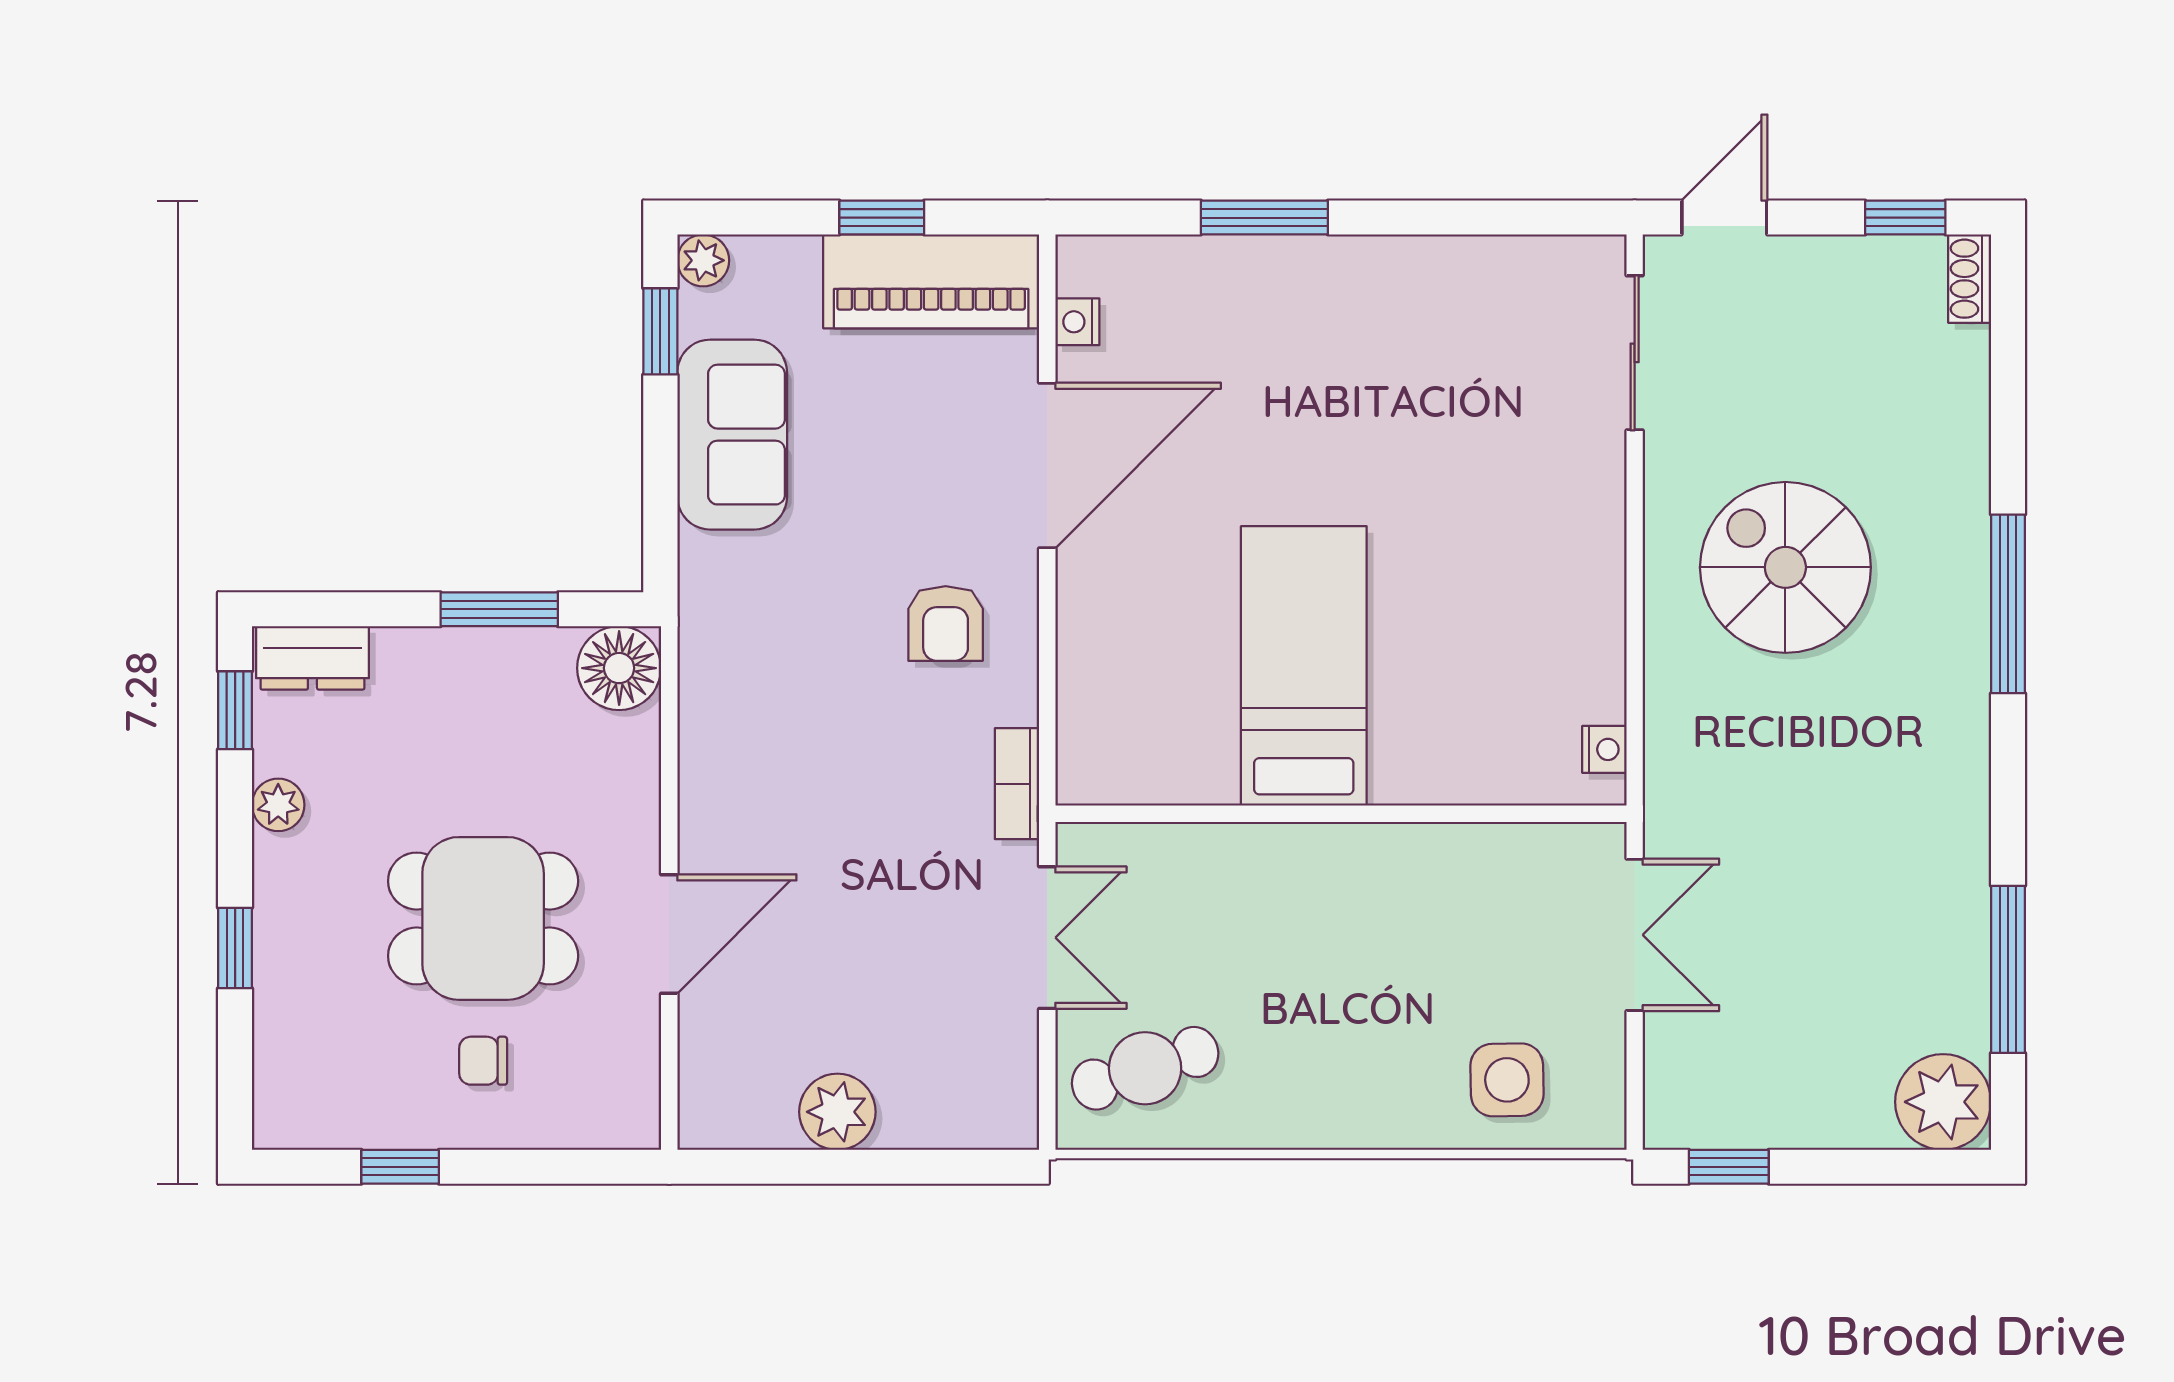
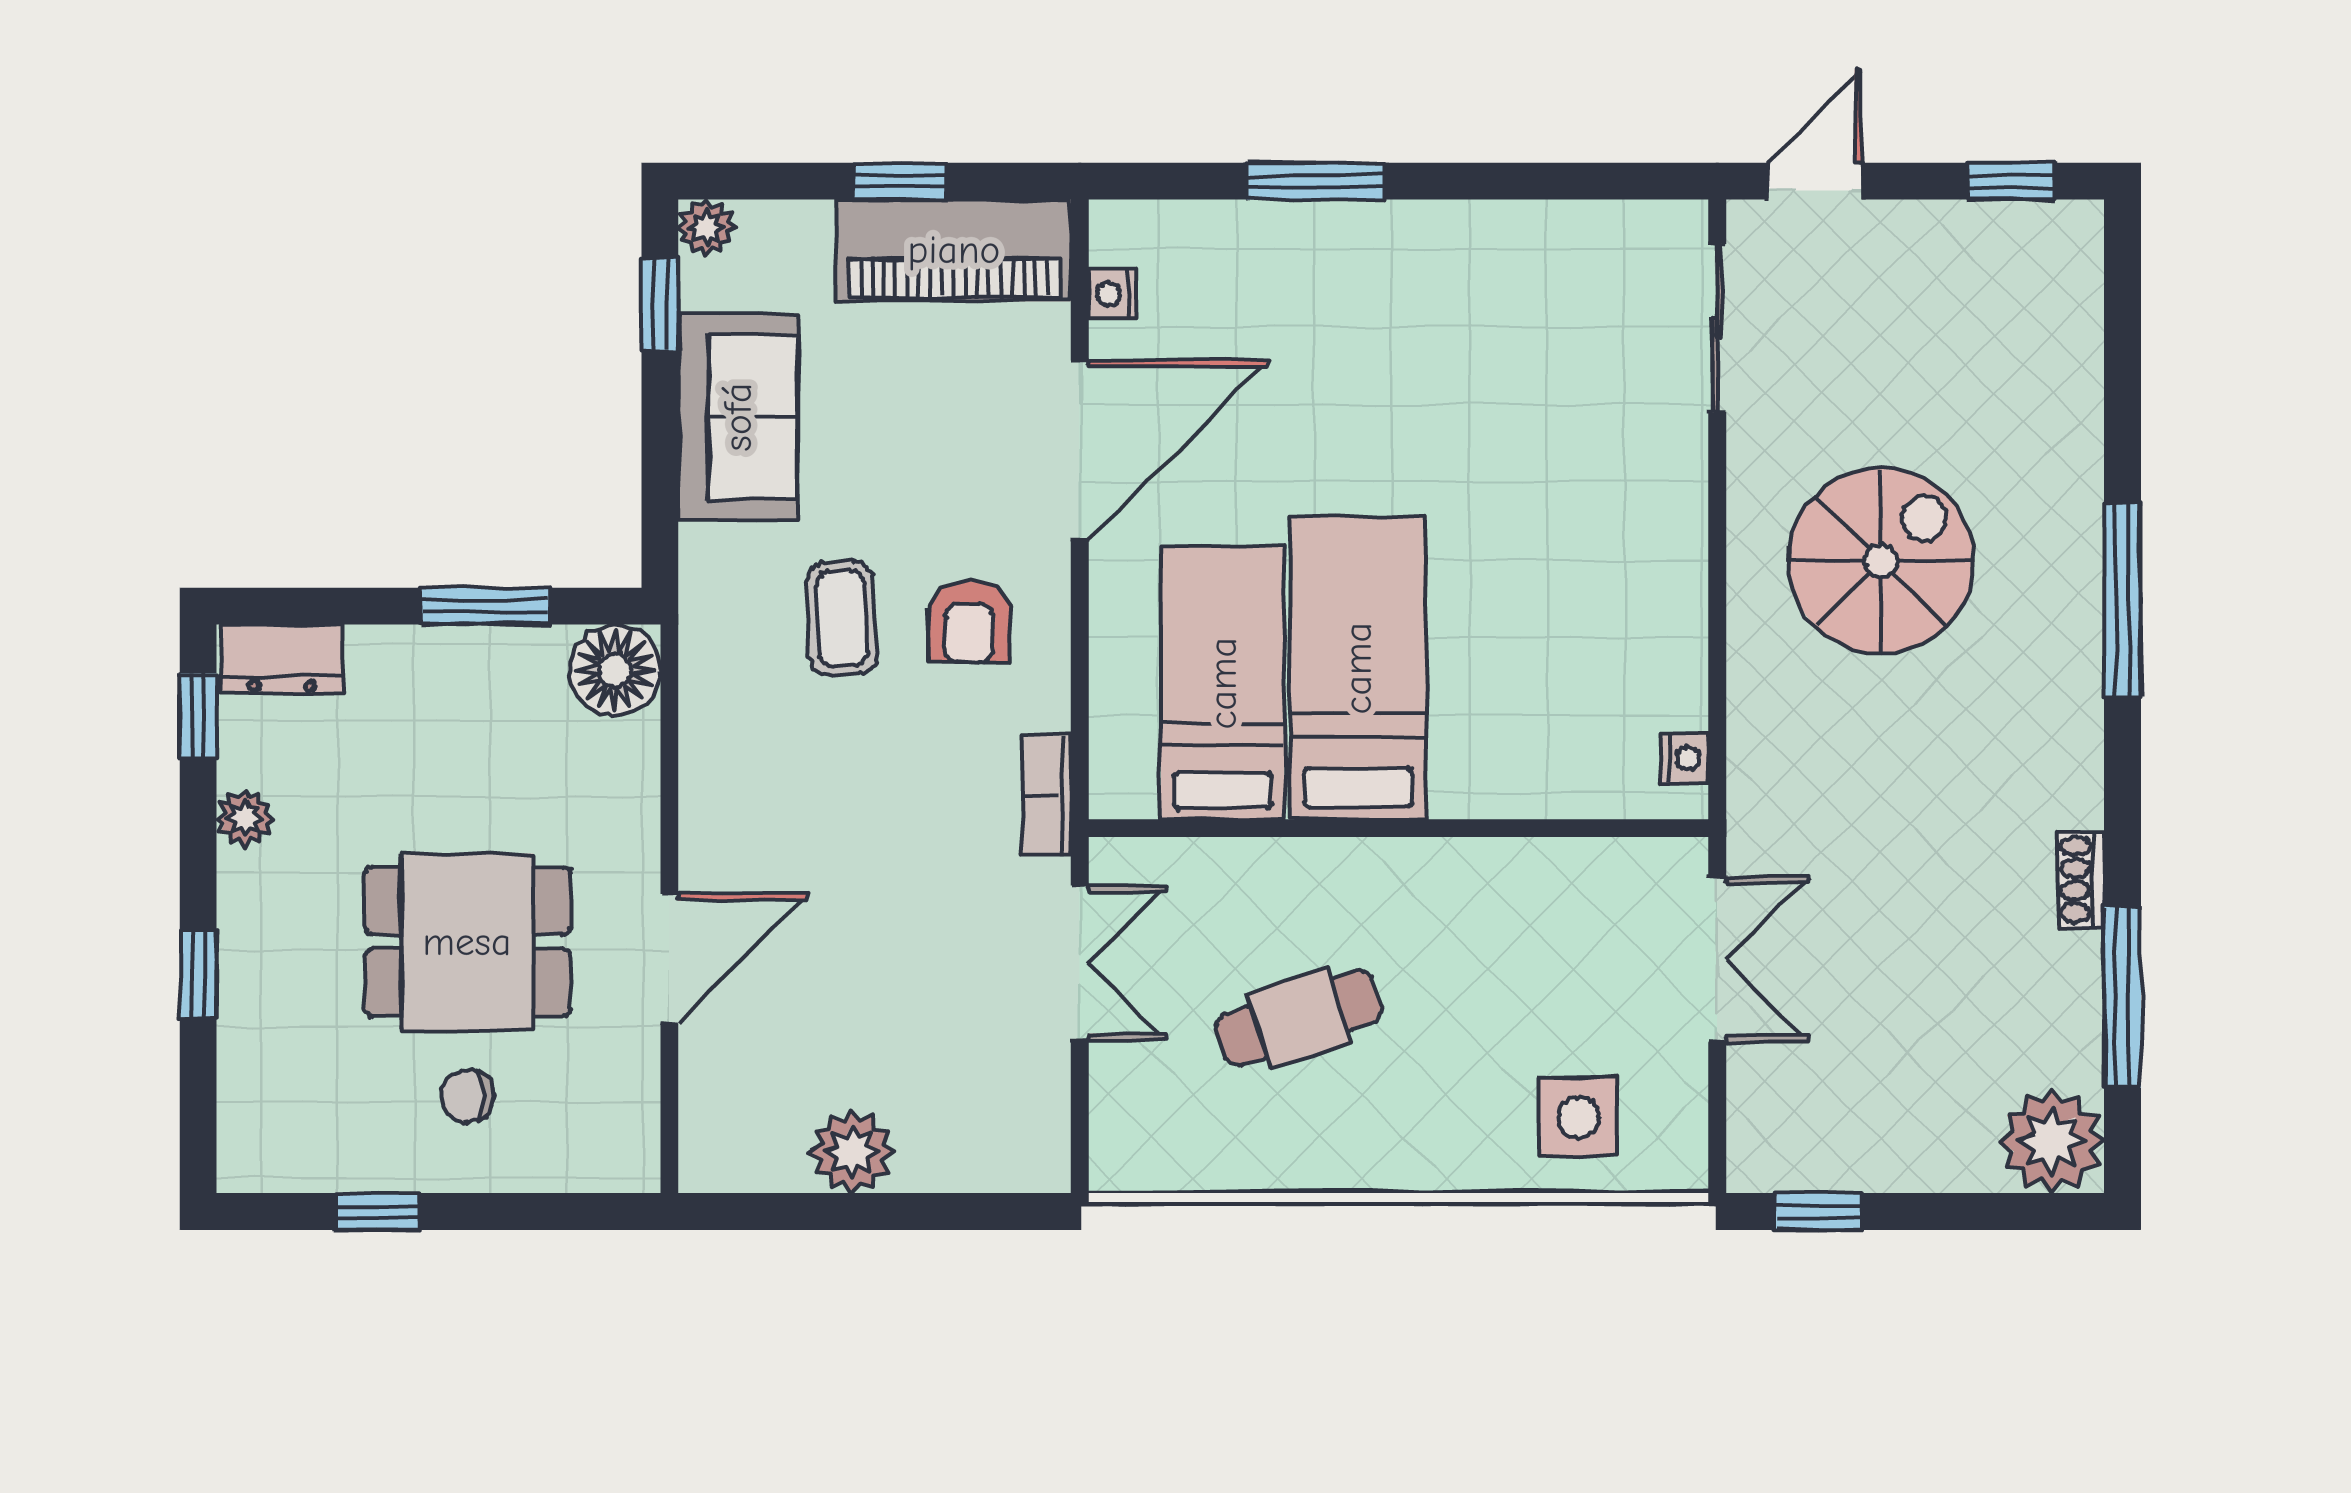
shoe rack: (1970, 279) -> (2081, 880), moved
spiral stairs: (1785, 567) -> (1881, 561), turned 90
coffee table: (828, 620) -> (842, 618), added
bed: (1179, 680) -> (1223, 683), added
cafe table: (1145, 1068) -> (1299, 1018), moved

